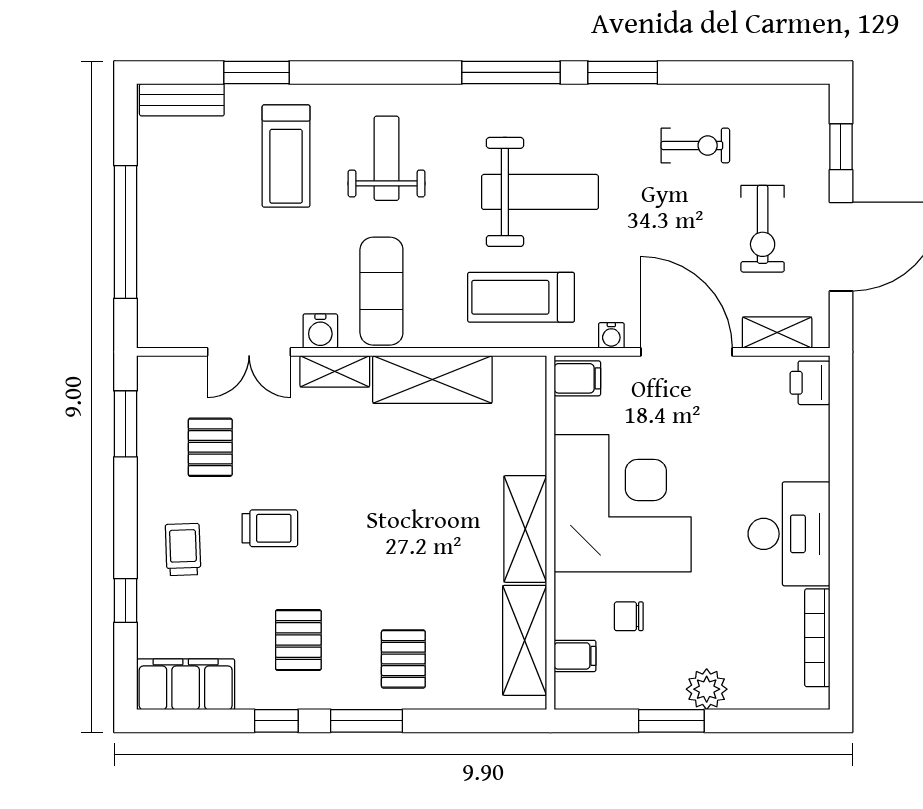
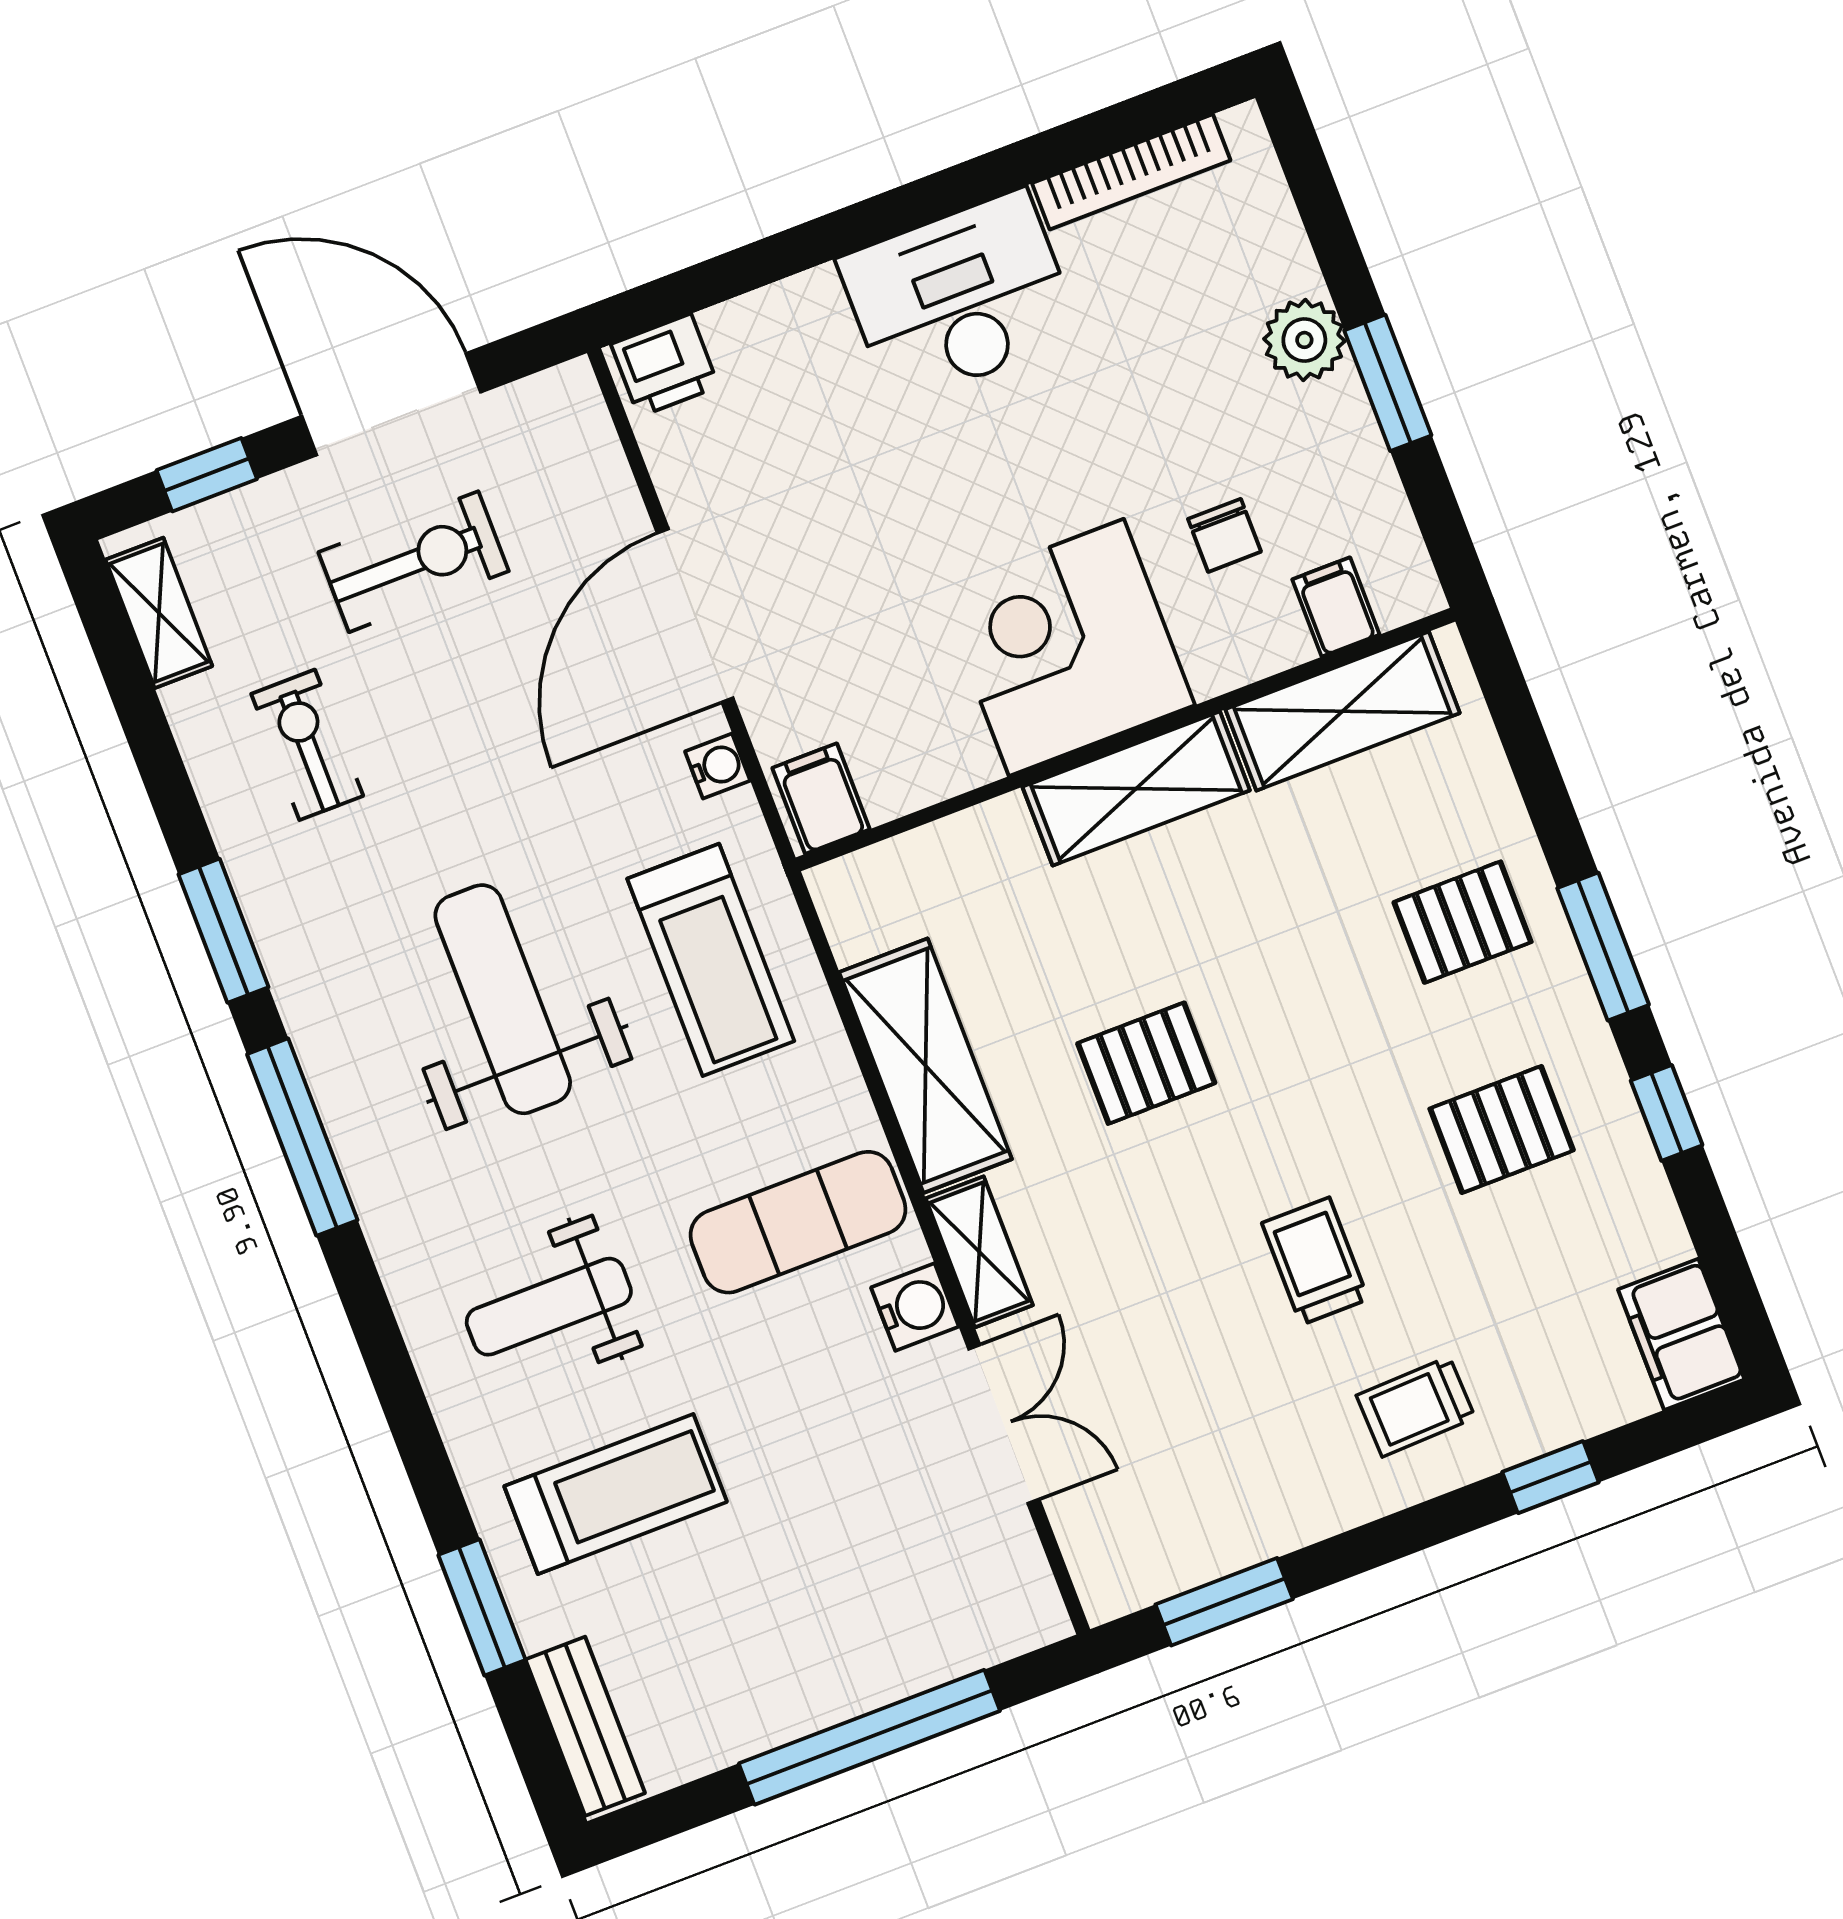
shelving: (777, 333) -> (159, 613), moved
pallet: (210, 447) -> (1146, 1063), moved
corner desk: (623, 503) -> (1066, 647), width x0.74, depth x0.74
filing cabinet: (186, 684) -> (1681, 1334), width x0.67, depth x0.86

